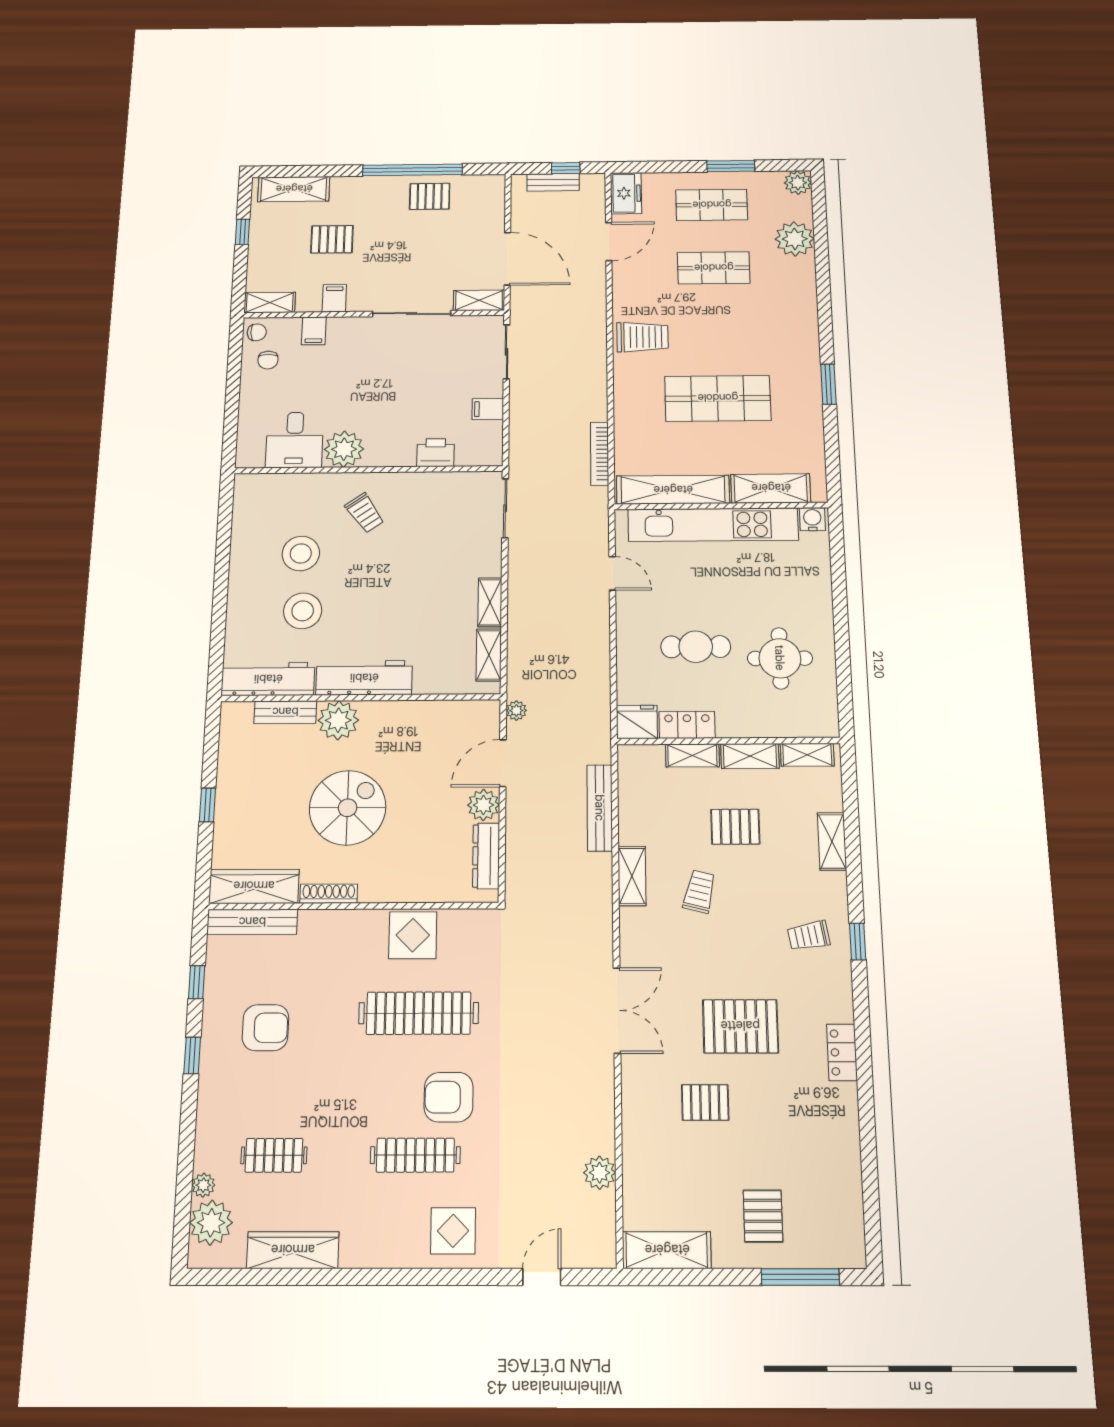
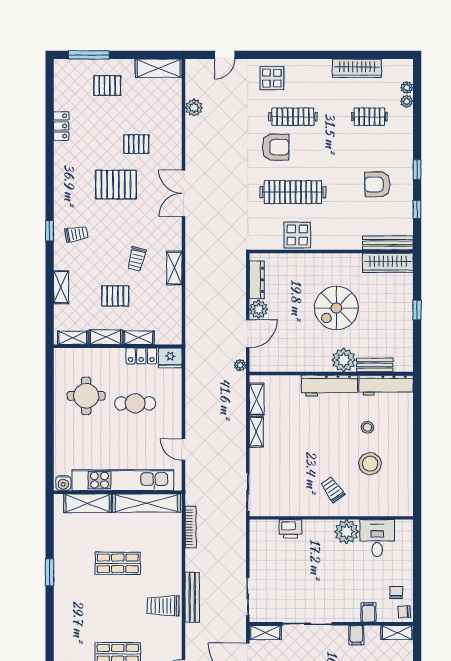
shop shelf: (718, 398) -> (118, 563), width x0.70, depth x0.74
filing cabinet: (488, 409) -> (259, 558), removed
stool: (303, 611) -> (367, 427), width x0.53, depth x0.53
bench: (600, 808) -> (192, 597), moved
shoe rack: (329, 894) -> (345, 259), removed
locker: (842, 1052) -> (61, 126), moved
pallet: (763, 1216) -> (107, 85), turned 90
plant: (211, 1223) -> (407, 88), width x0.53, depth x0.53

